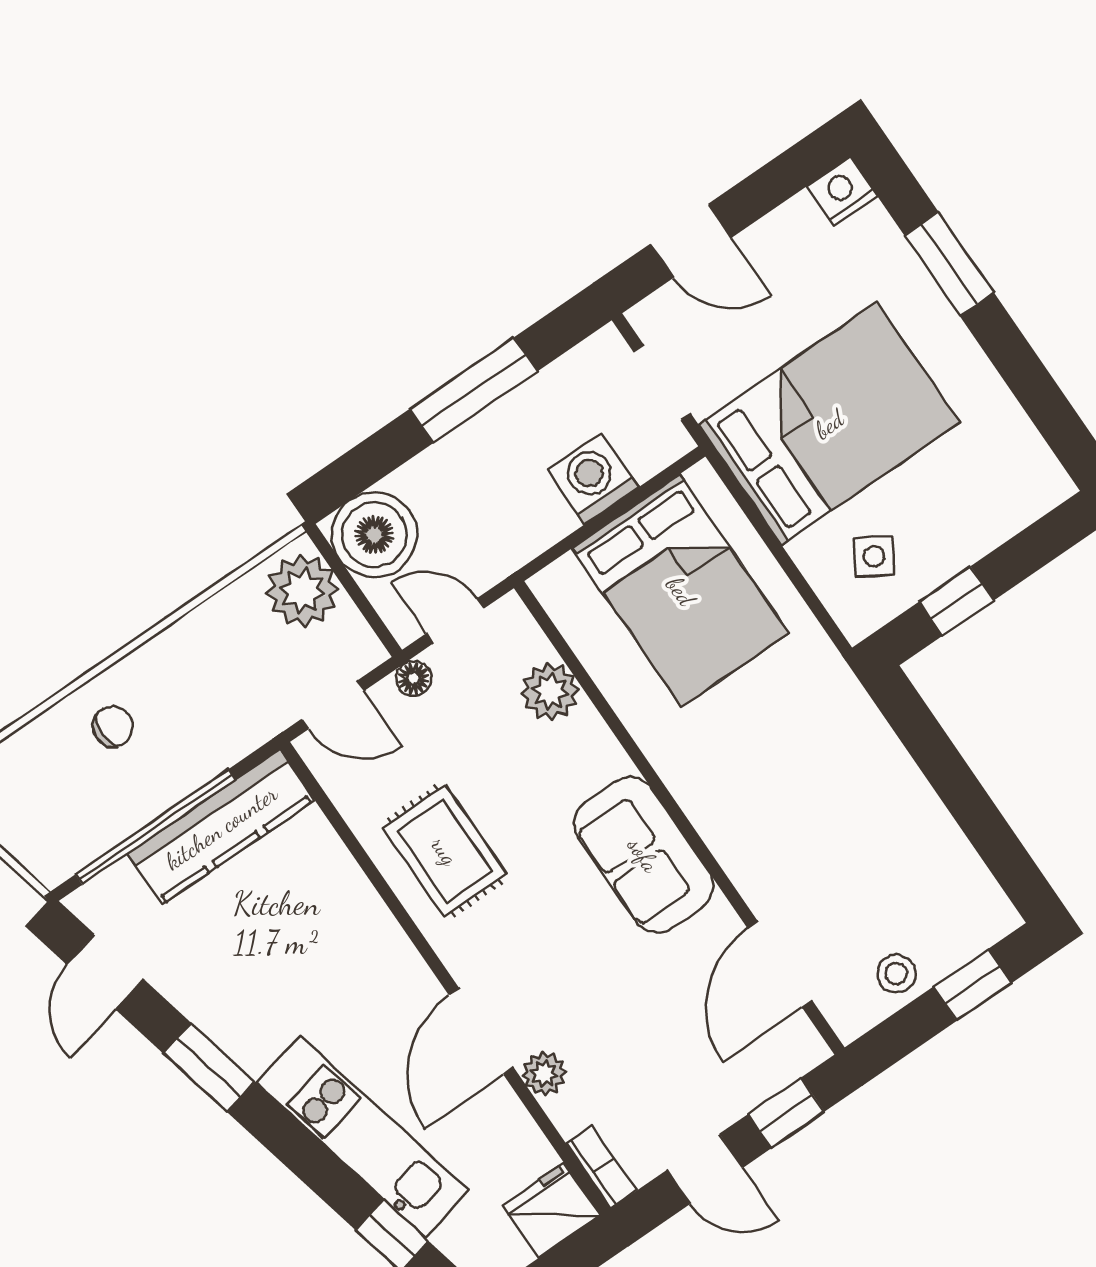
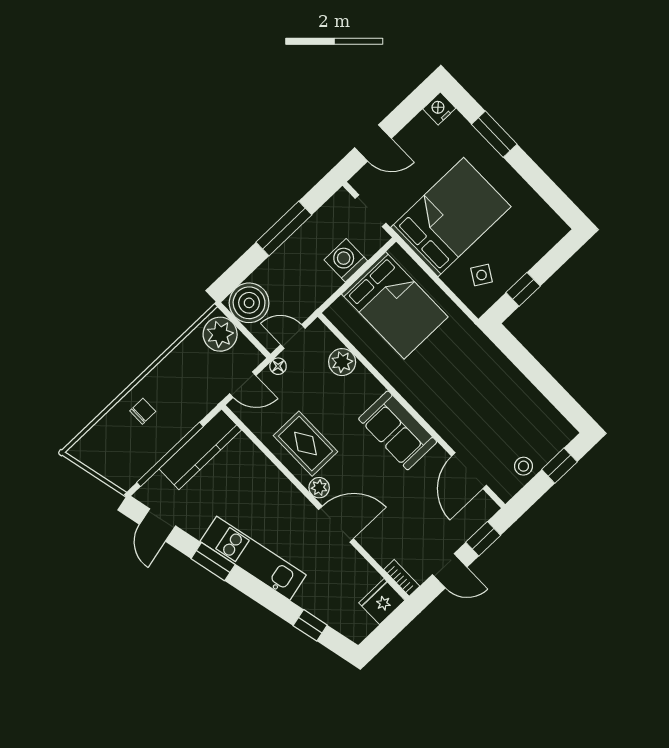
door: (481, 1031) -> (336, 524), swing flipped
plant: (544, 1074) -> (319, 488), moved
kitchen unit: (363, 1137) -> (253, 558), moved

